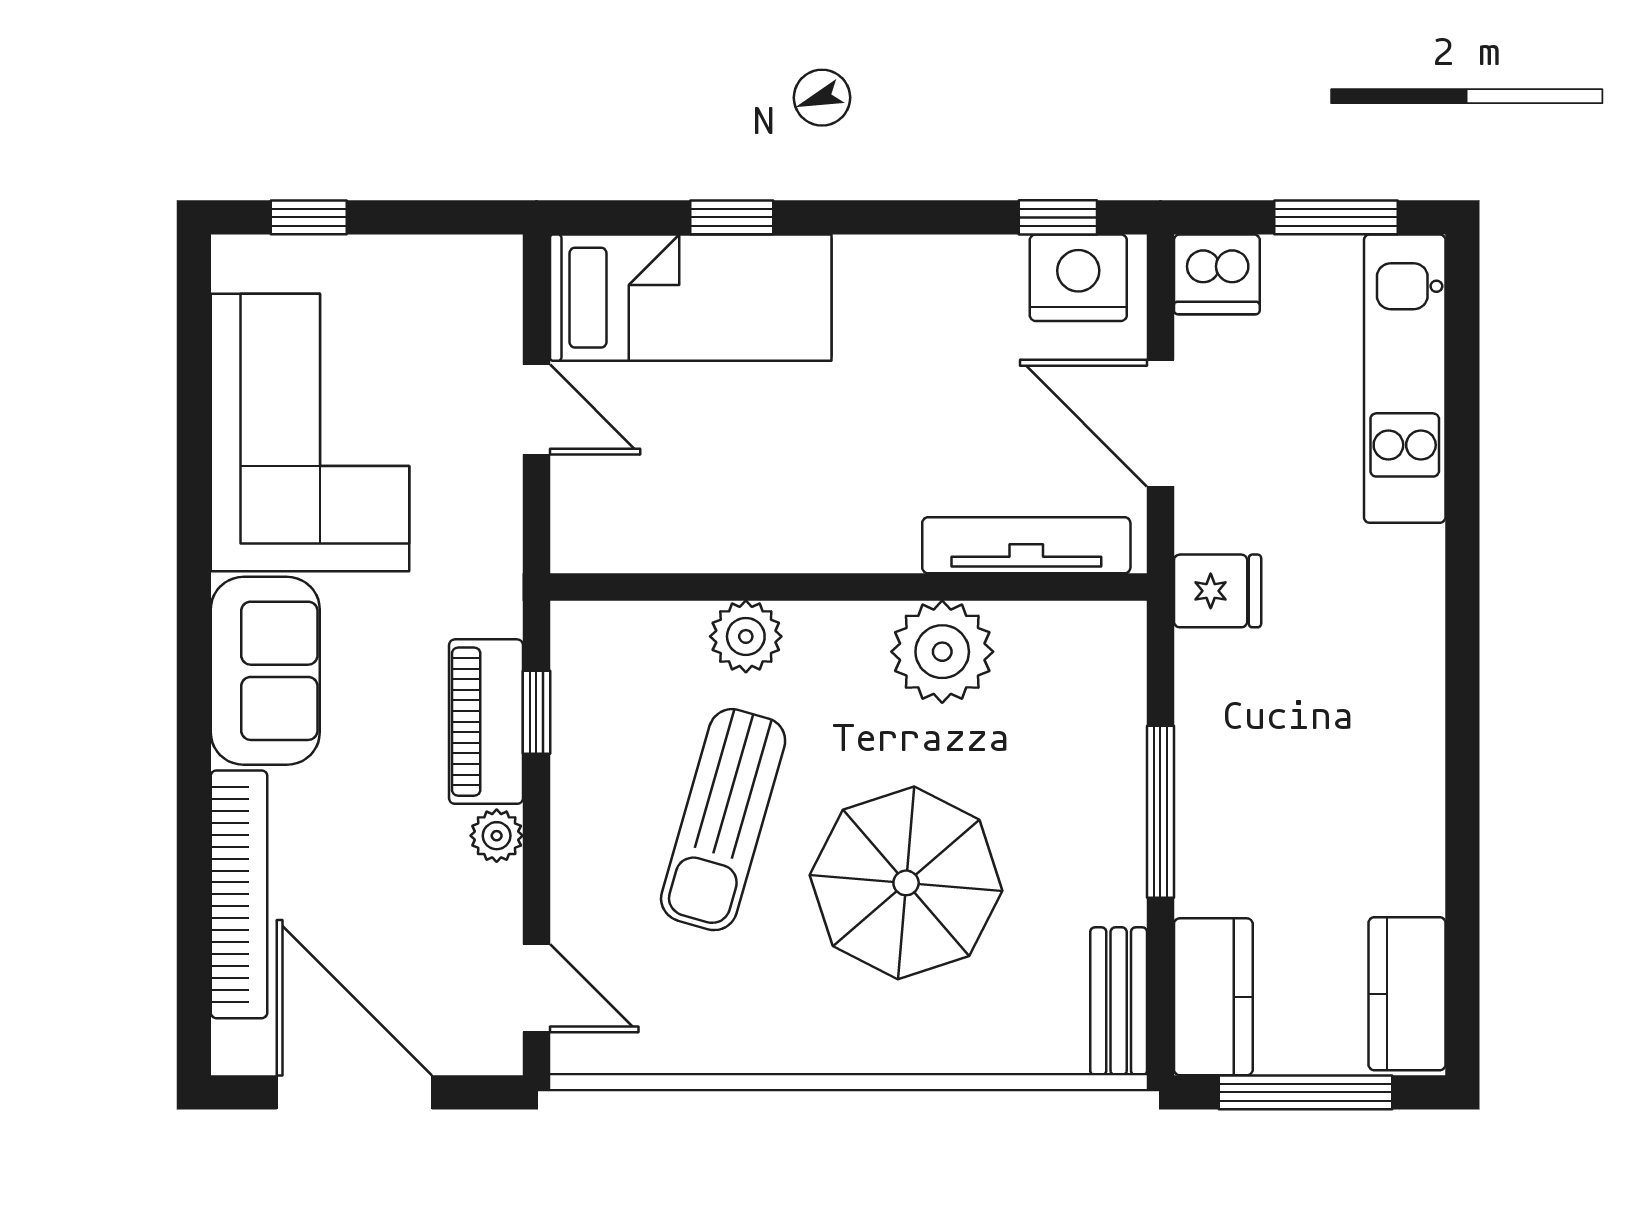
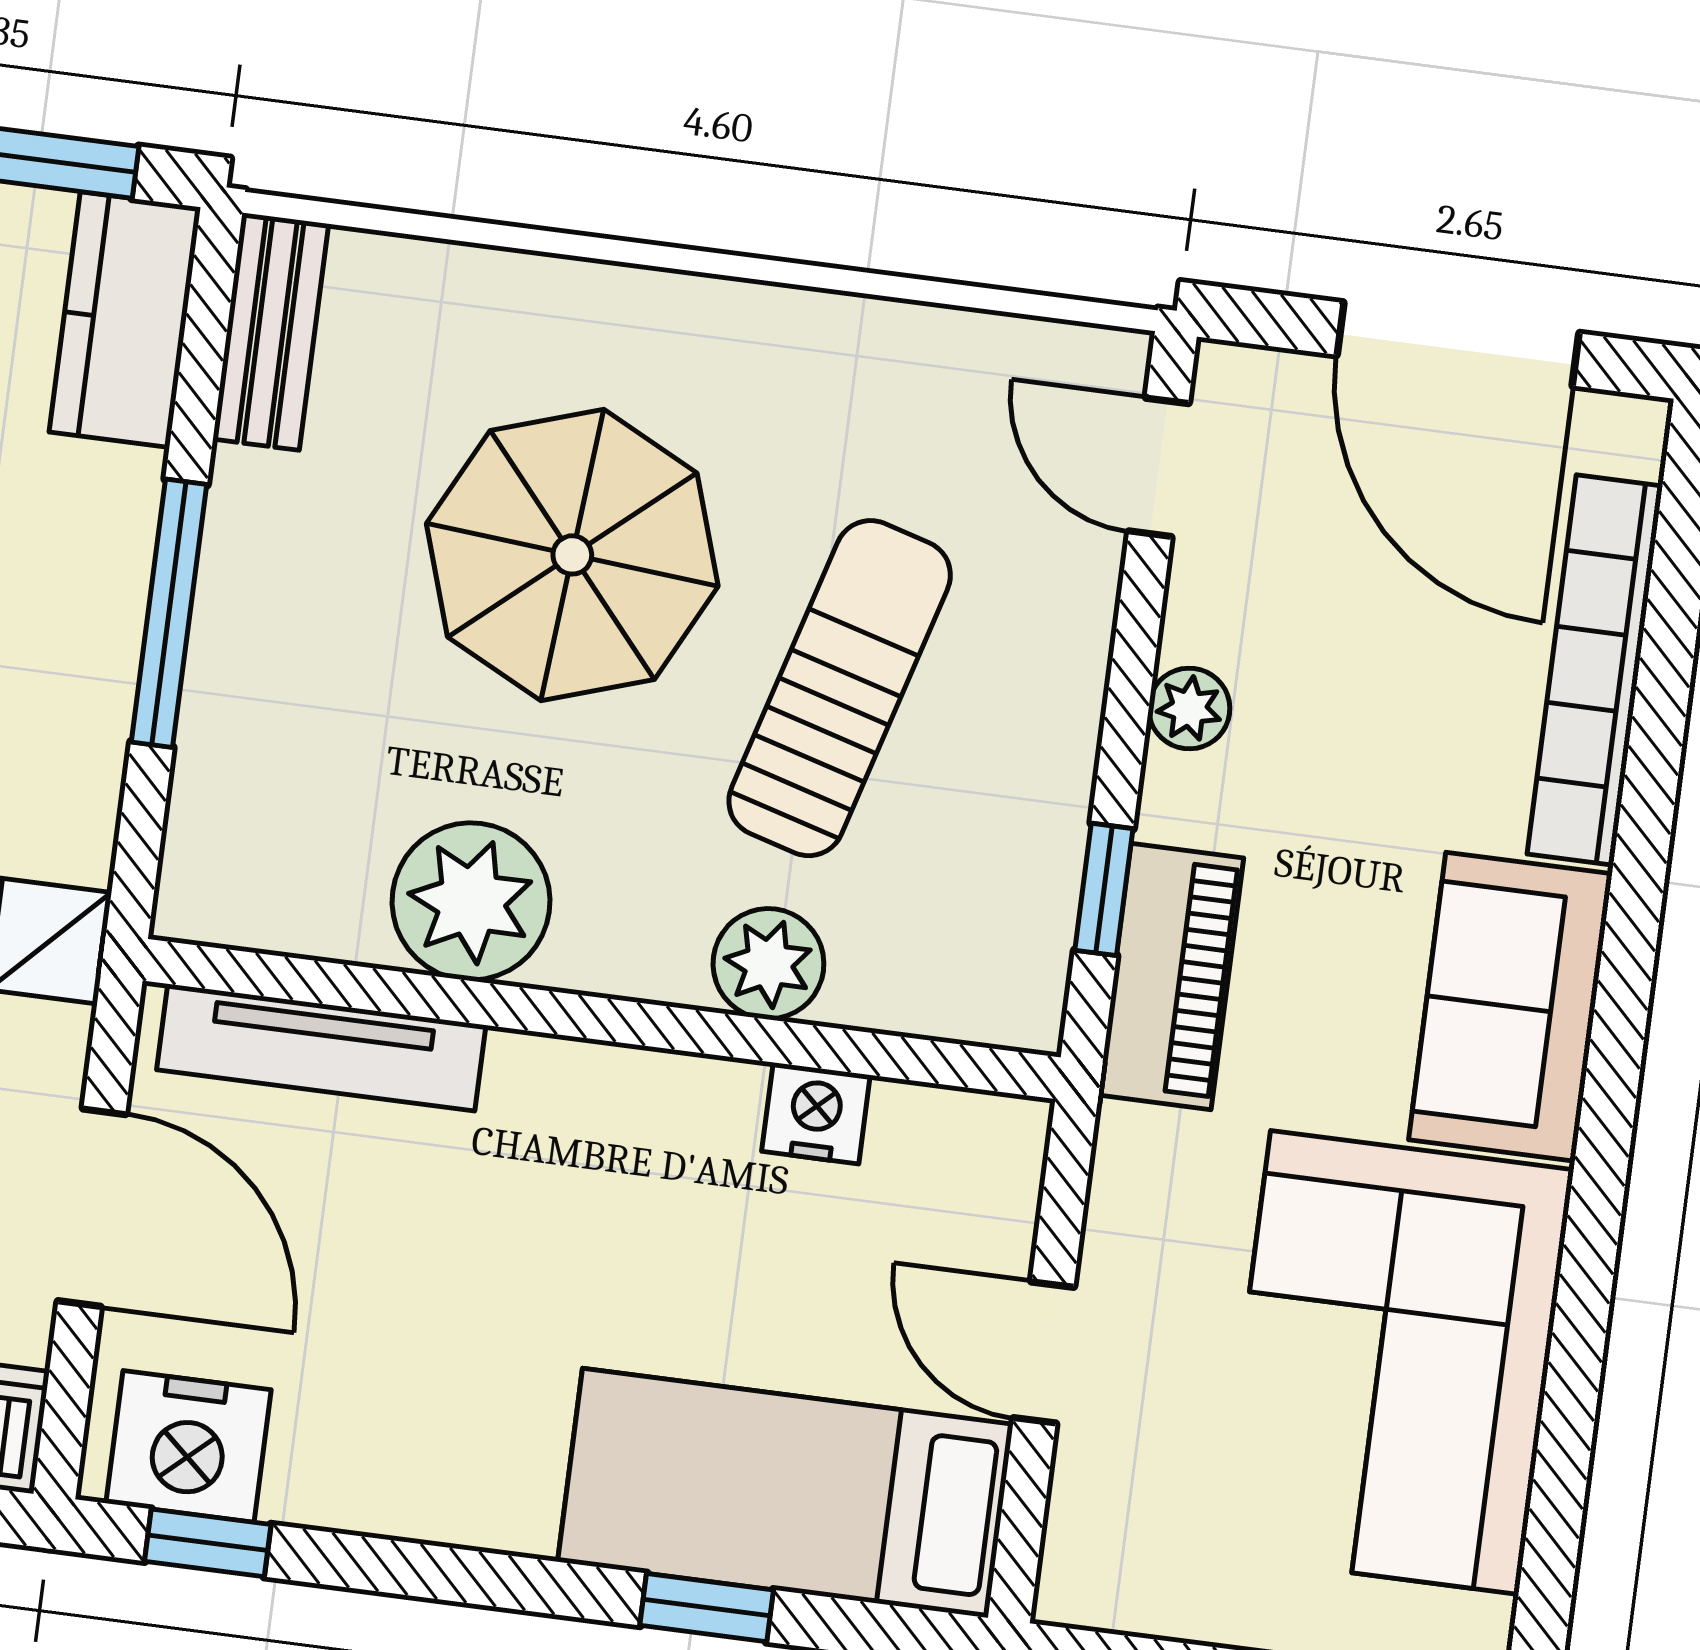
nightstand: (703, 544) -> (816, 1113), added
piano: (486, 722) -> (1171, 976), moved

